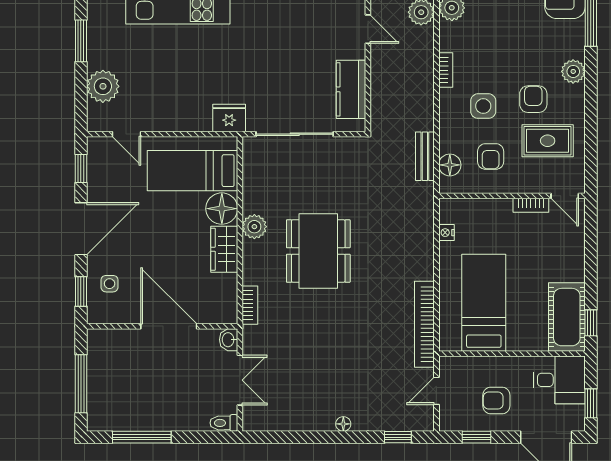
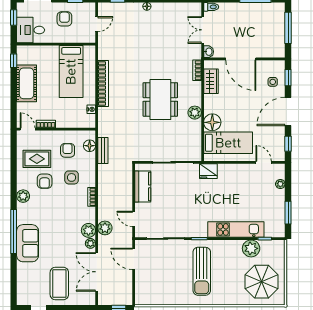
plant: (103, 86) -> (280, 184), width x0.53, depth x0.53
wardrobe: (224, 249) -> (211, 81), moved
cot: (567, 317) -> (27, 83), moved
bookcase: (424, 324) -> (103, 84), moved
armchair: (496, 401) -> (64, 19), turned -90

